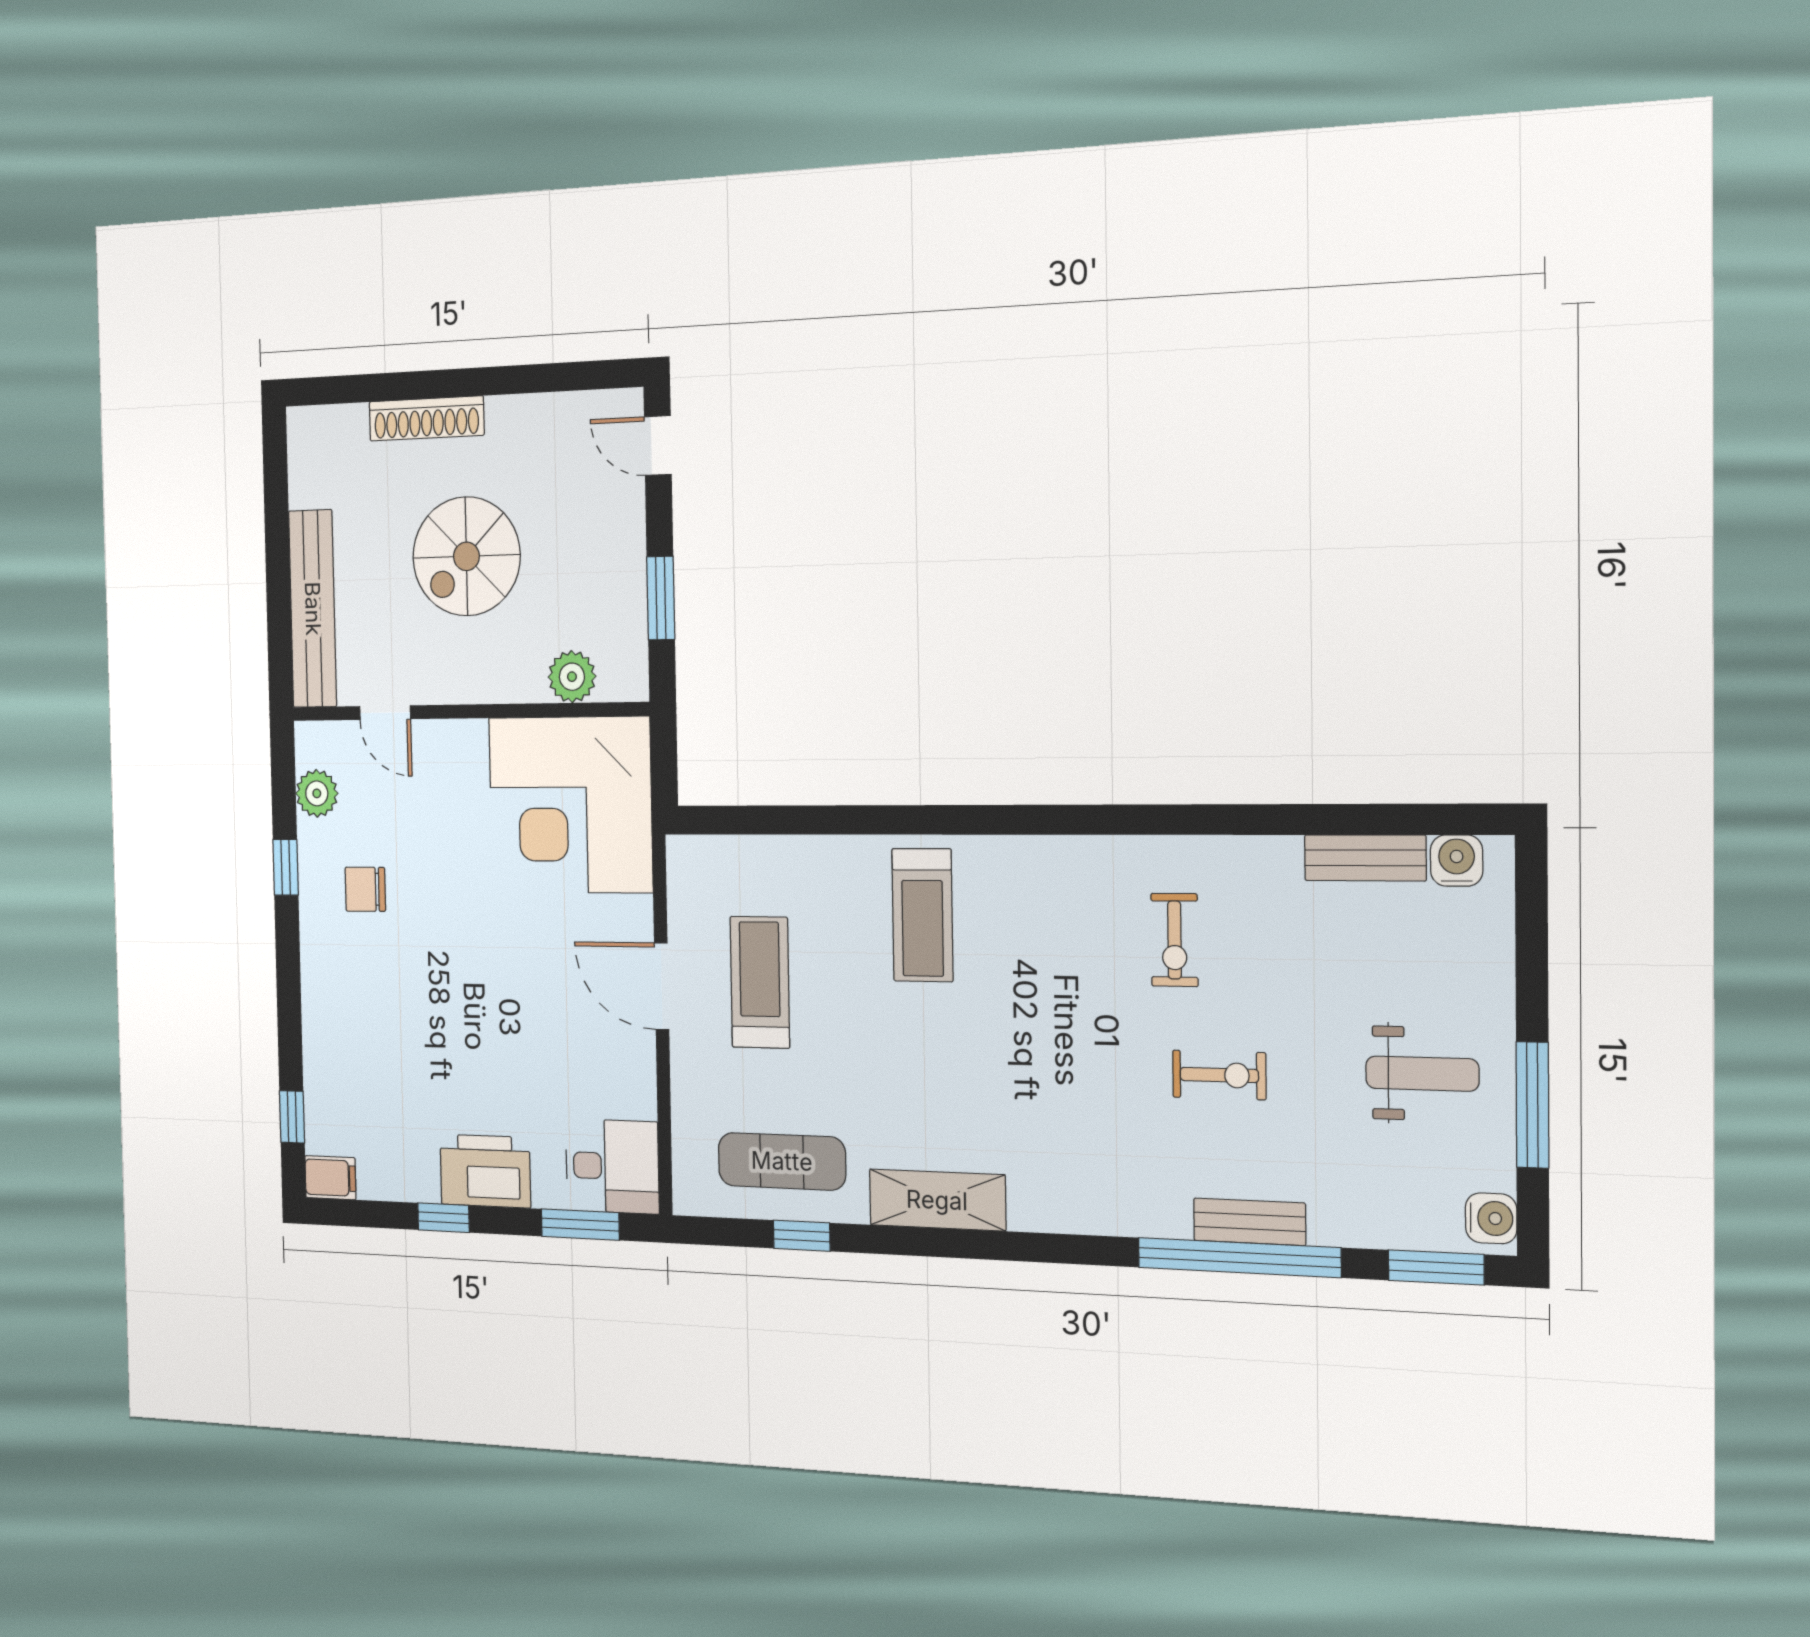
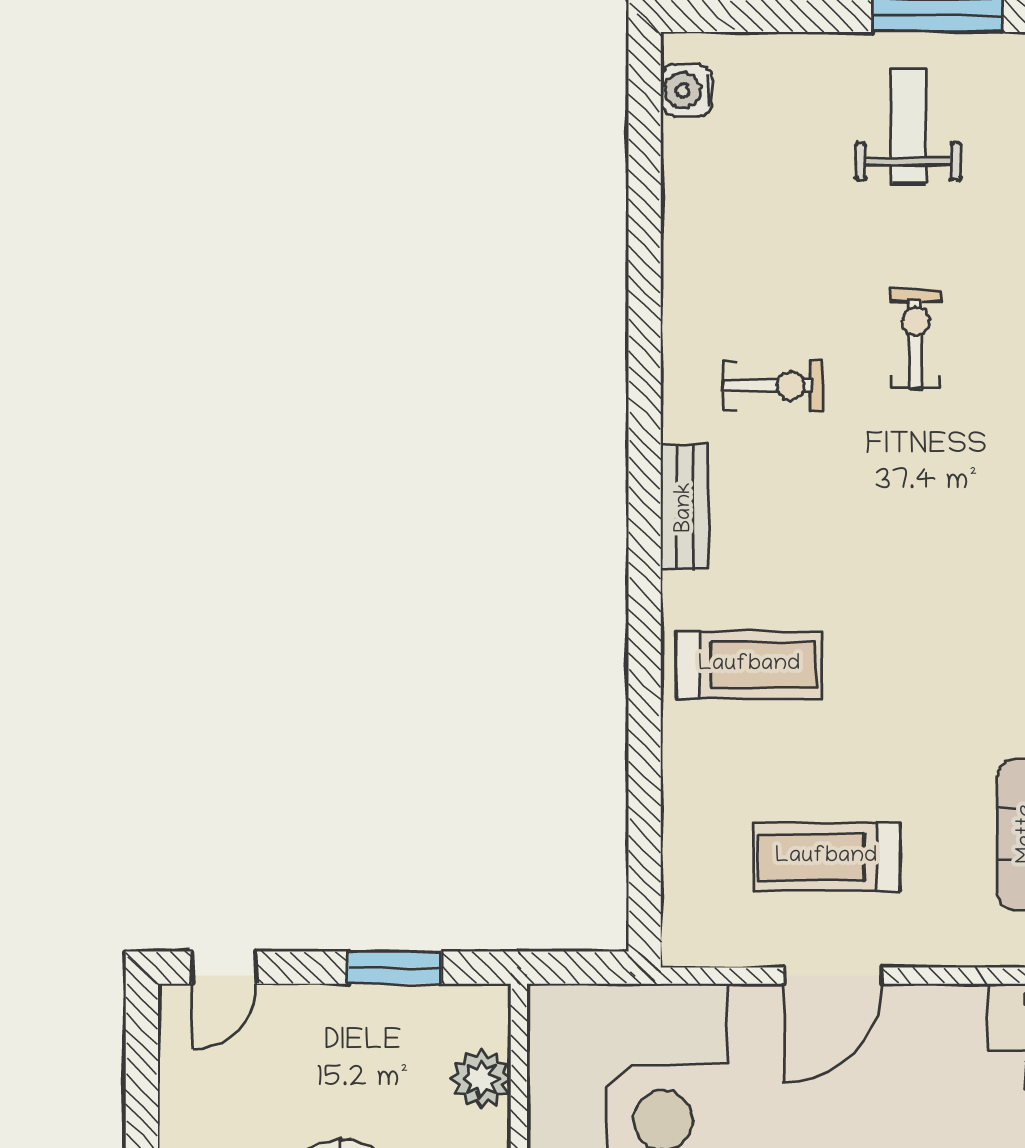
bench: (1365, 858) -> (685, 507), moved

